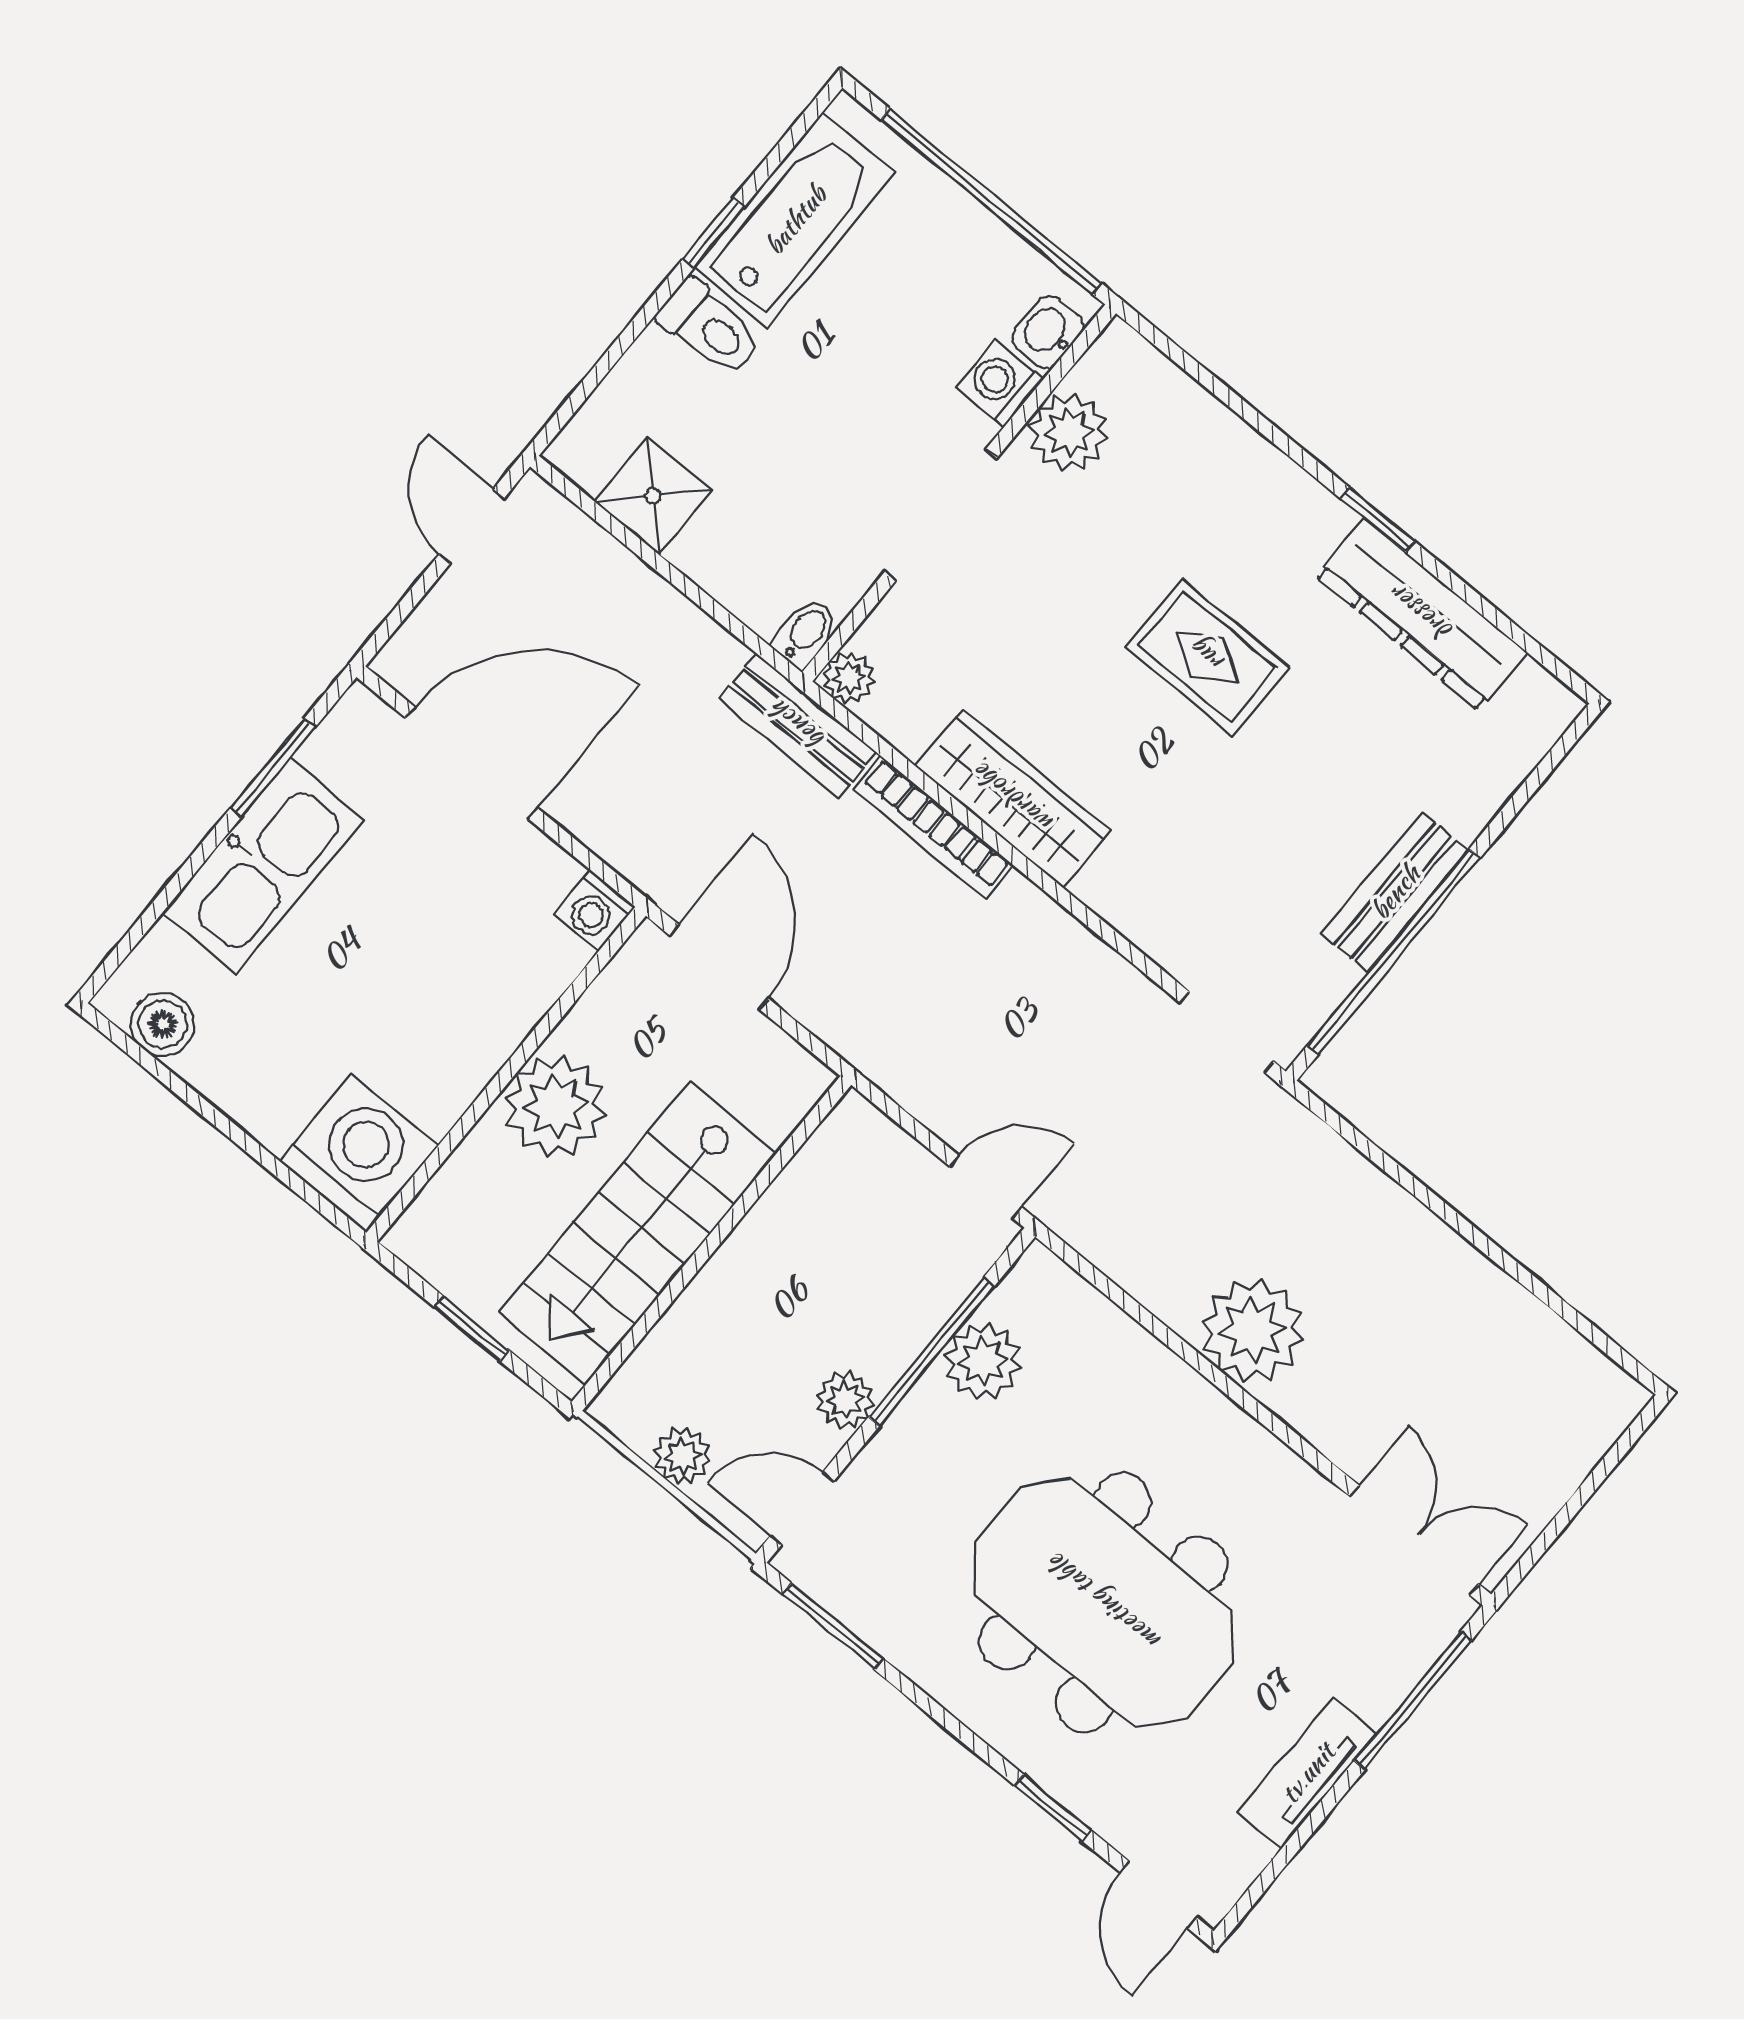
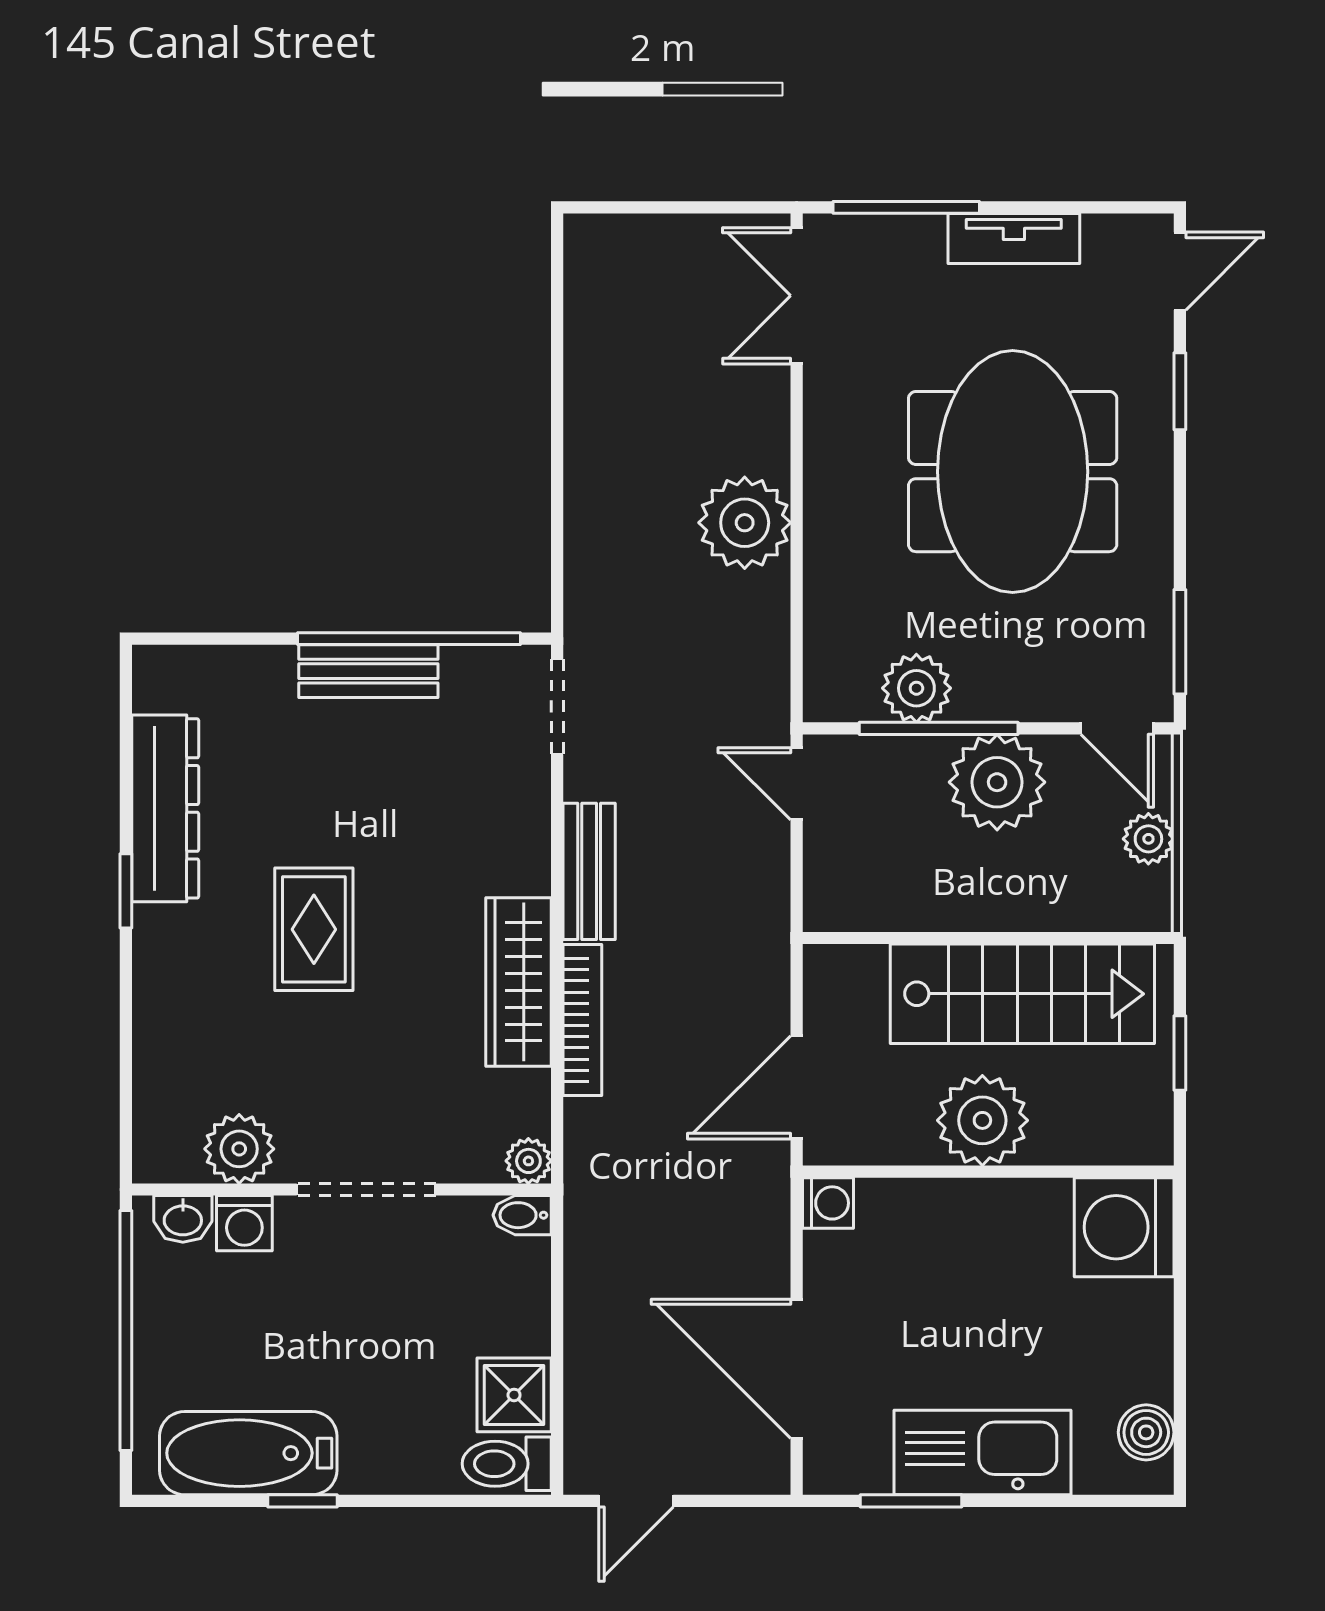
toilet: (710, 328) -> (507, 1464), moved, turned -90
bench: (798, 726) -> (589, 871), moved
plant: (845, 1400) -> (997, 782), width x1.87, depth x1.87

